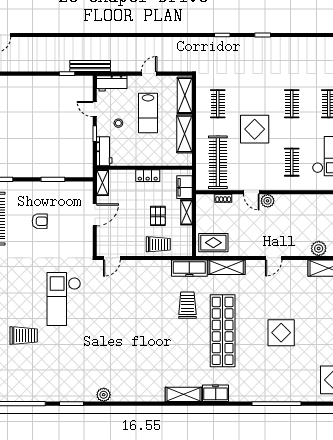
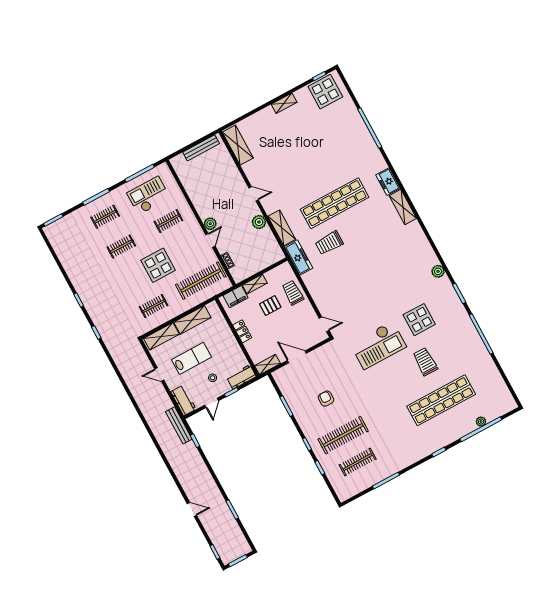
rug: (213, 243) -> (268, 249), removed
plant: (319, 248) -> (259, 222), moved
display table: (281, 333) -> (419, 320), moved

